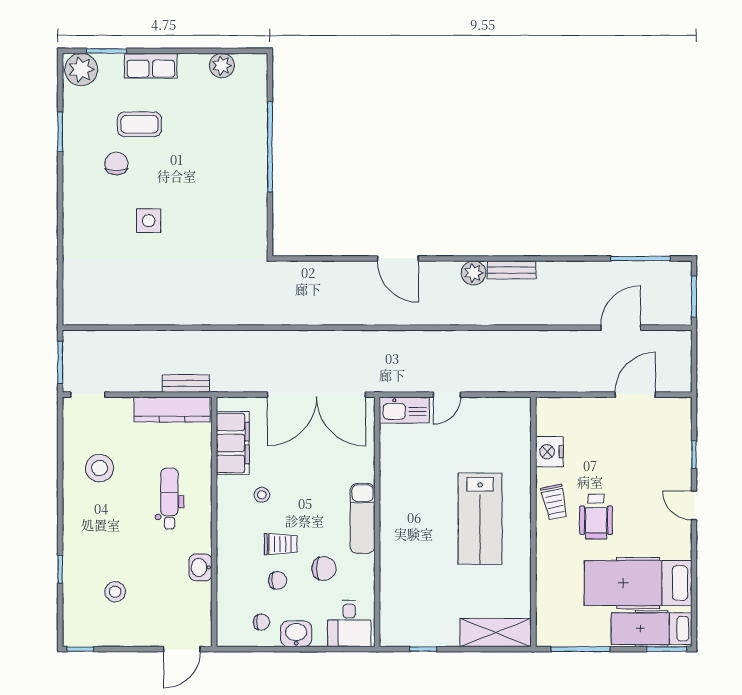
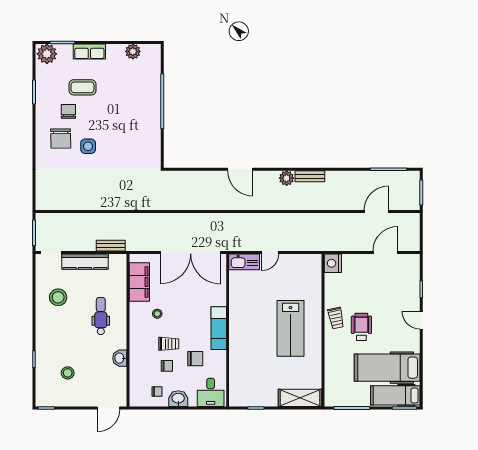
chair: (104, 208) -> (61, 138), added
kitchen counter: (172, 410) -> (85, 262), moved
nightstand: (549, 452) -> (333, 263), moved
wheelchair: (596, 517) -> (361, 327), turned 180

